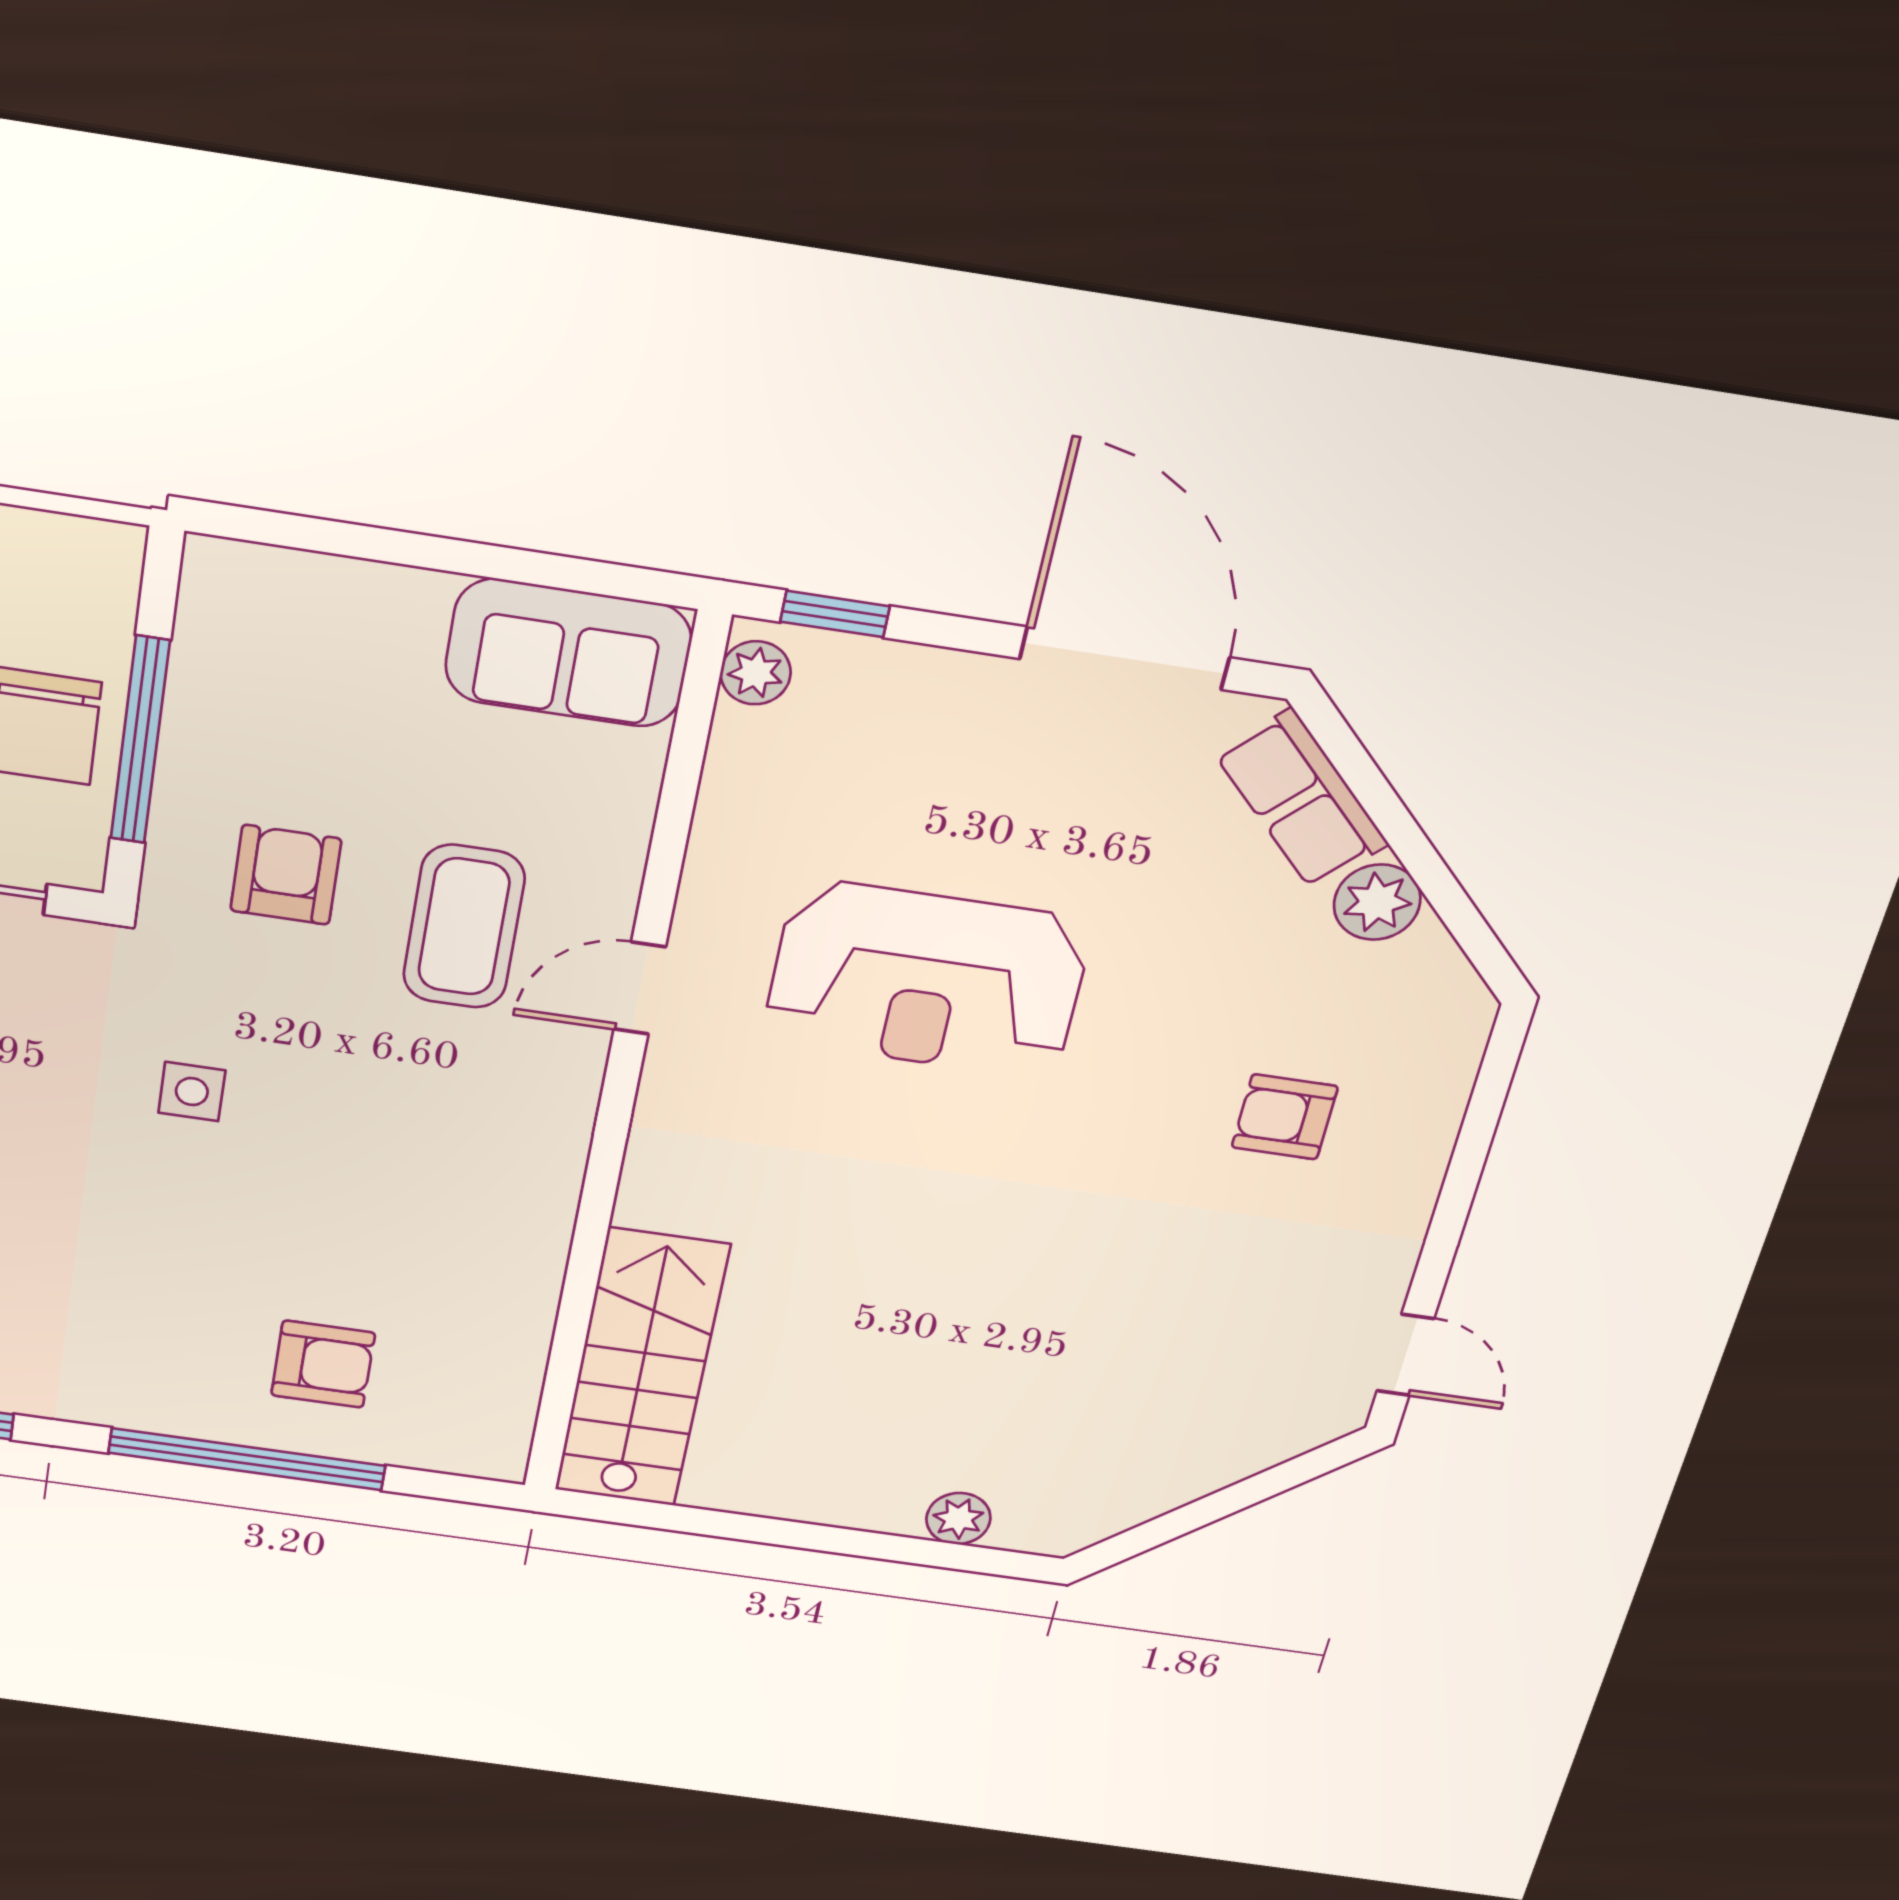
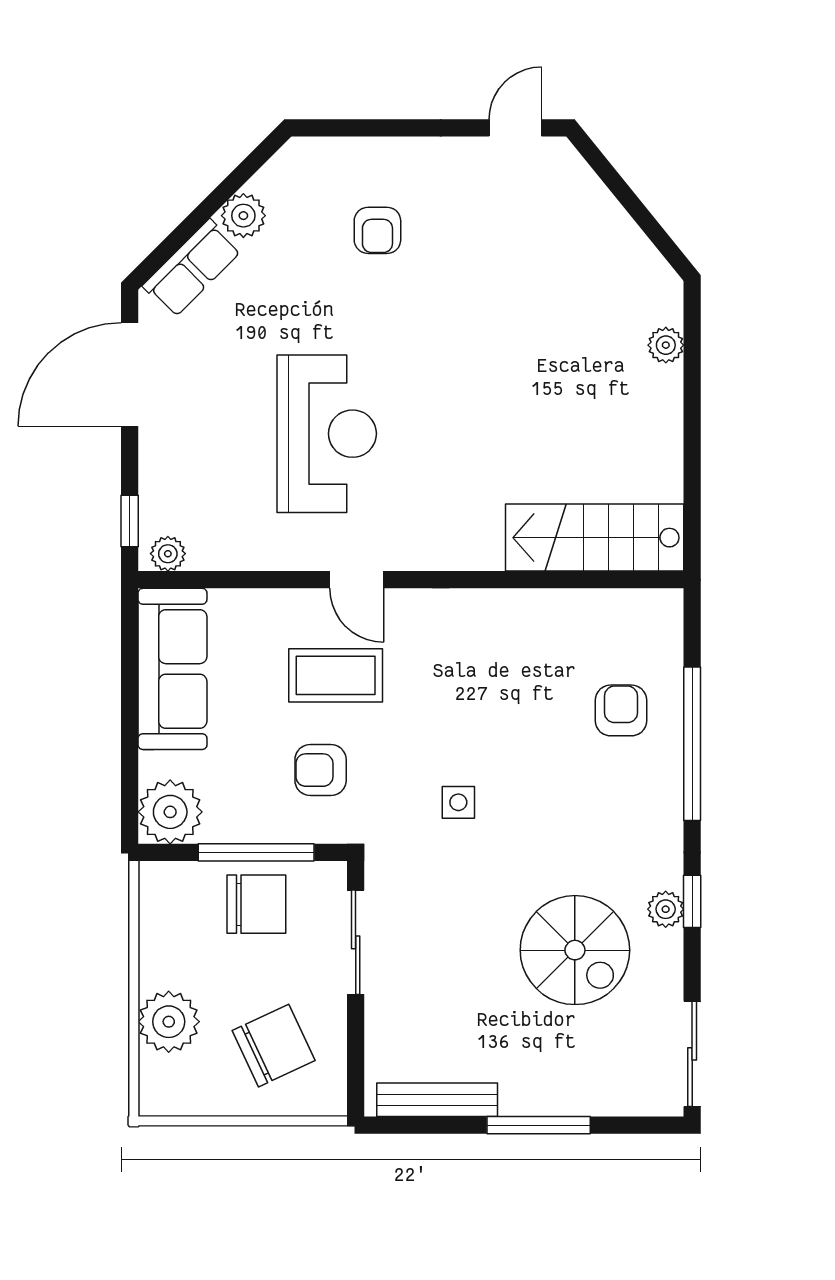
plant: (241, 599) -> (170, 812), added
sofa: (568, 653) -> (172, 669), width x1.36

